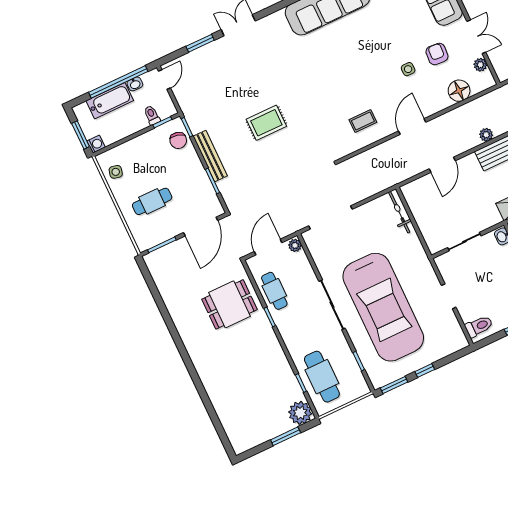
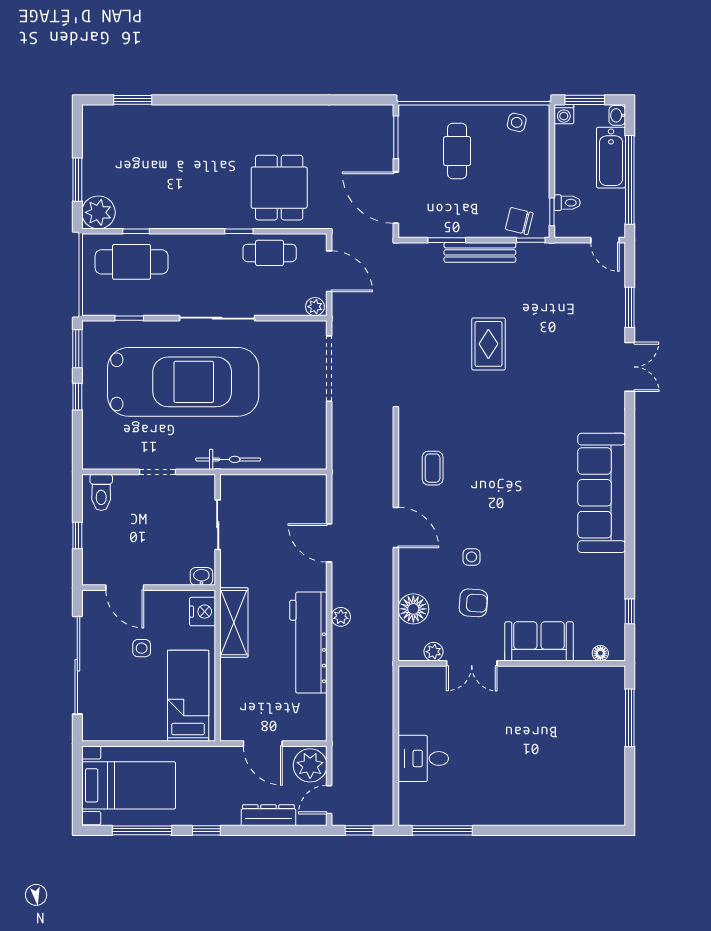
washbasin: (135, 84) -> (617, 115), moved
bicycle: (399, 212) -> (228, 459), moved
car: (383, 307) -> (183, 382), turned 180
window: (218, 425) -> (133, 100), added

